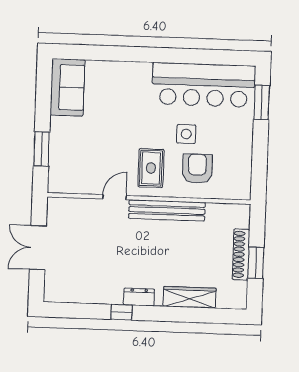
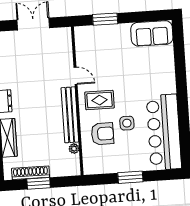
window: (262, 102) -> (130, 177), moved
plant: (213, 210) -> (74, 149), added
shoe rack: (241, 254) -> (31, 173), moved

